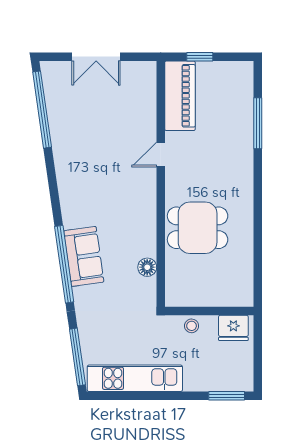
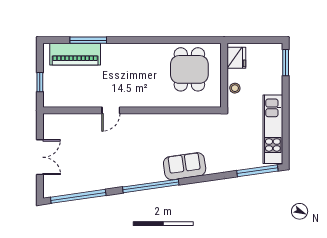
piano: (180, 96) -> (75, 54), moved, turned 180
door: (161, 155) -> (111, 110), hinge flipped
dining table: (198, 228) -> (189, 69), moved
window: (64, 264) -> (151, 186), moved
floor lamp: (147, 267) -> (192, 120), removed

